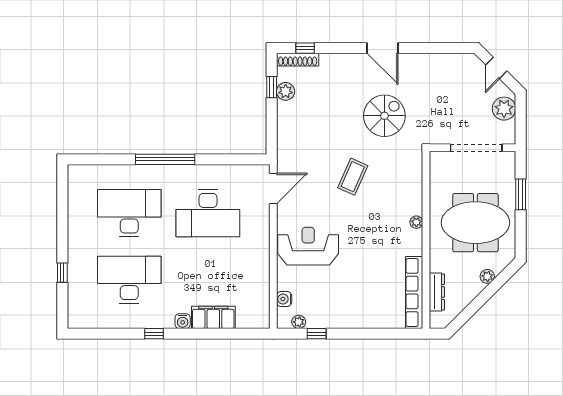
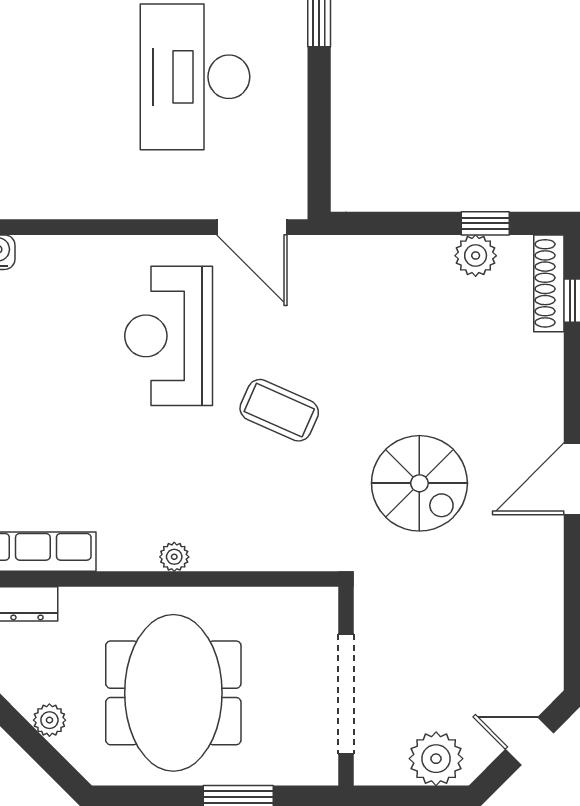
reception desk: (308, 246) -> (169, 336), moved, turned 180

